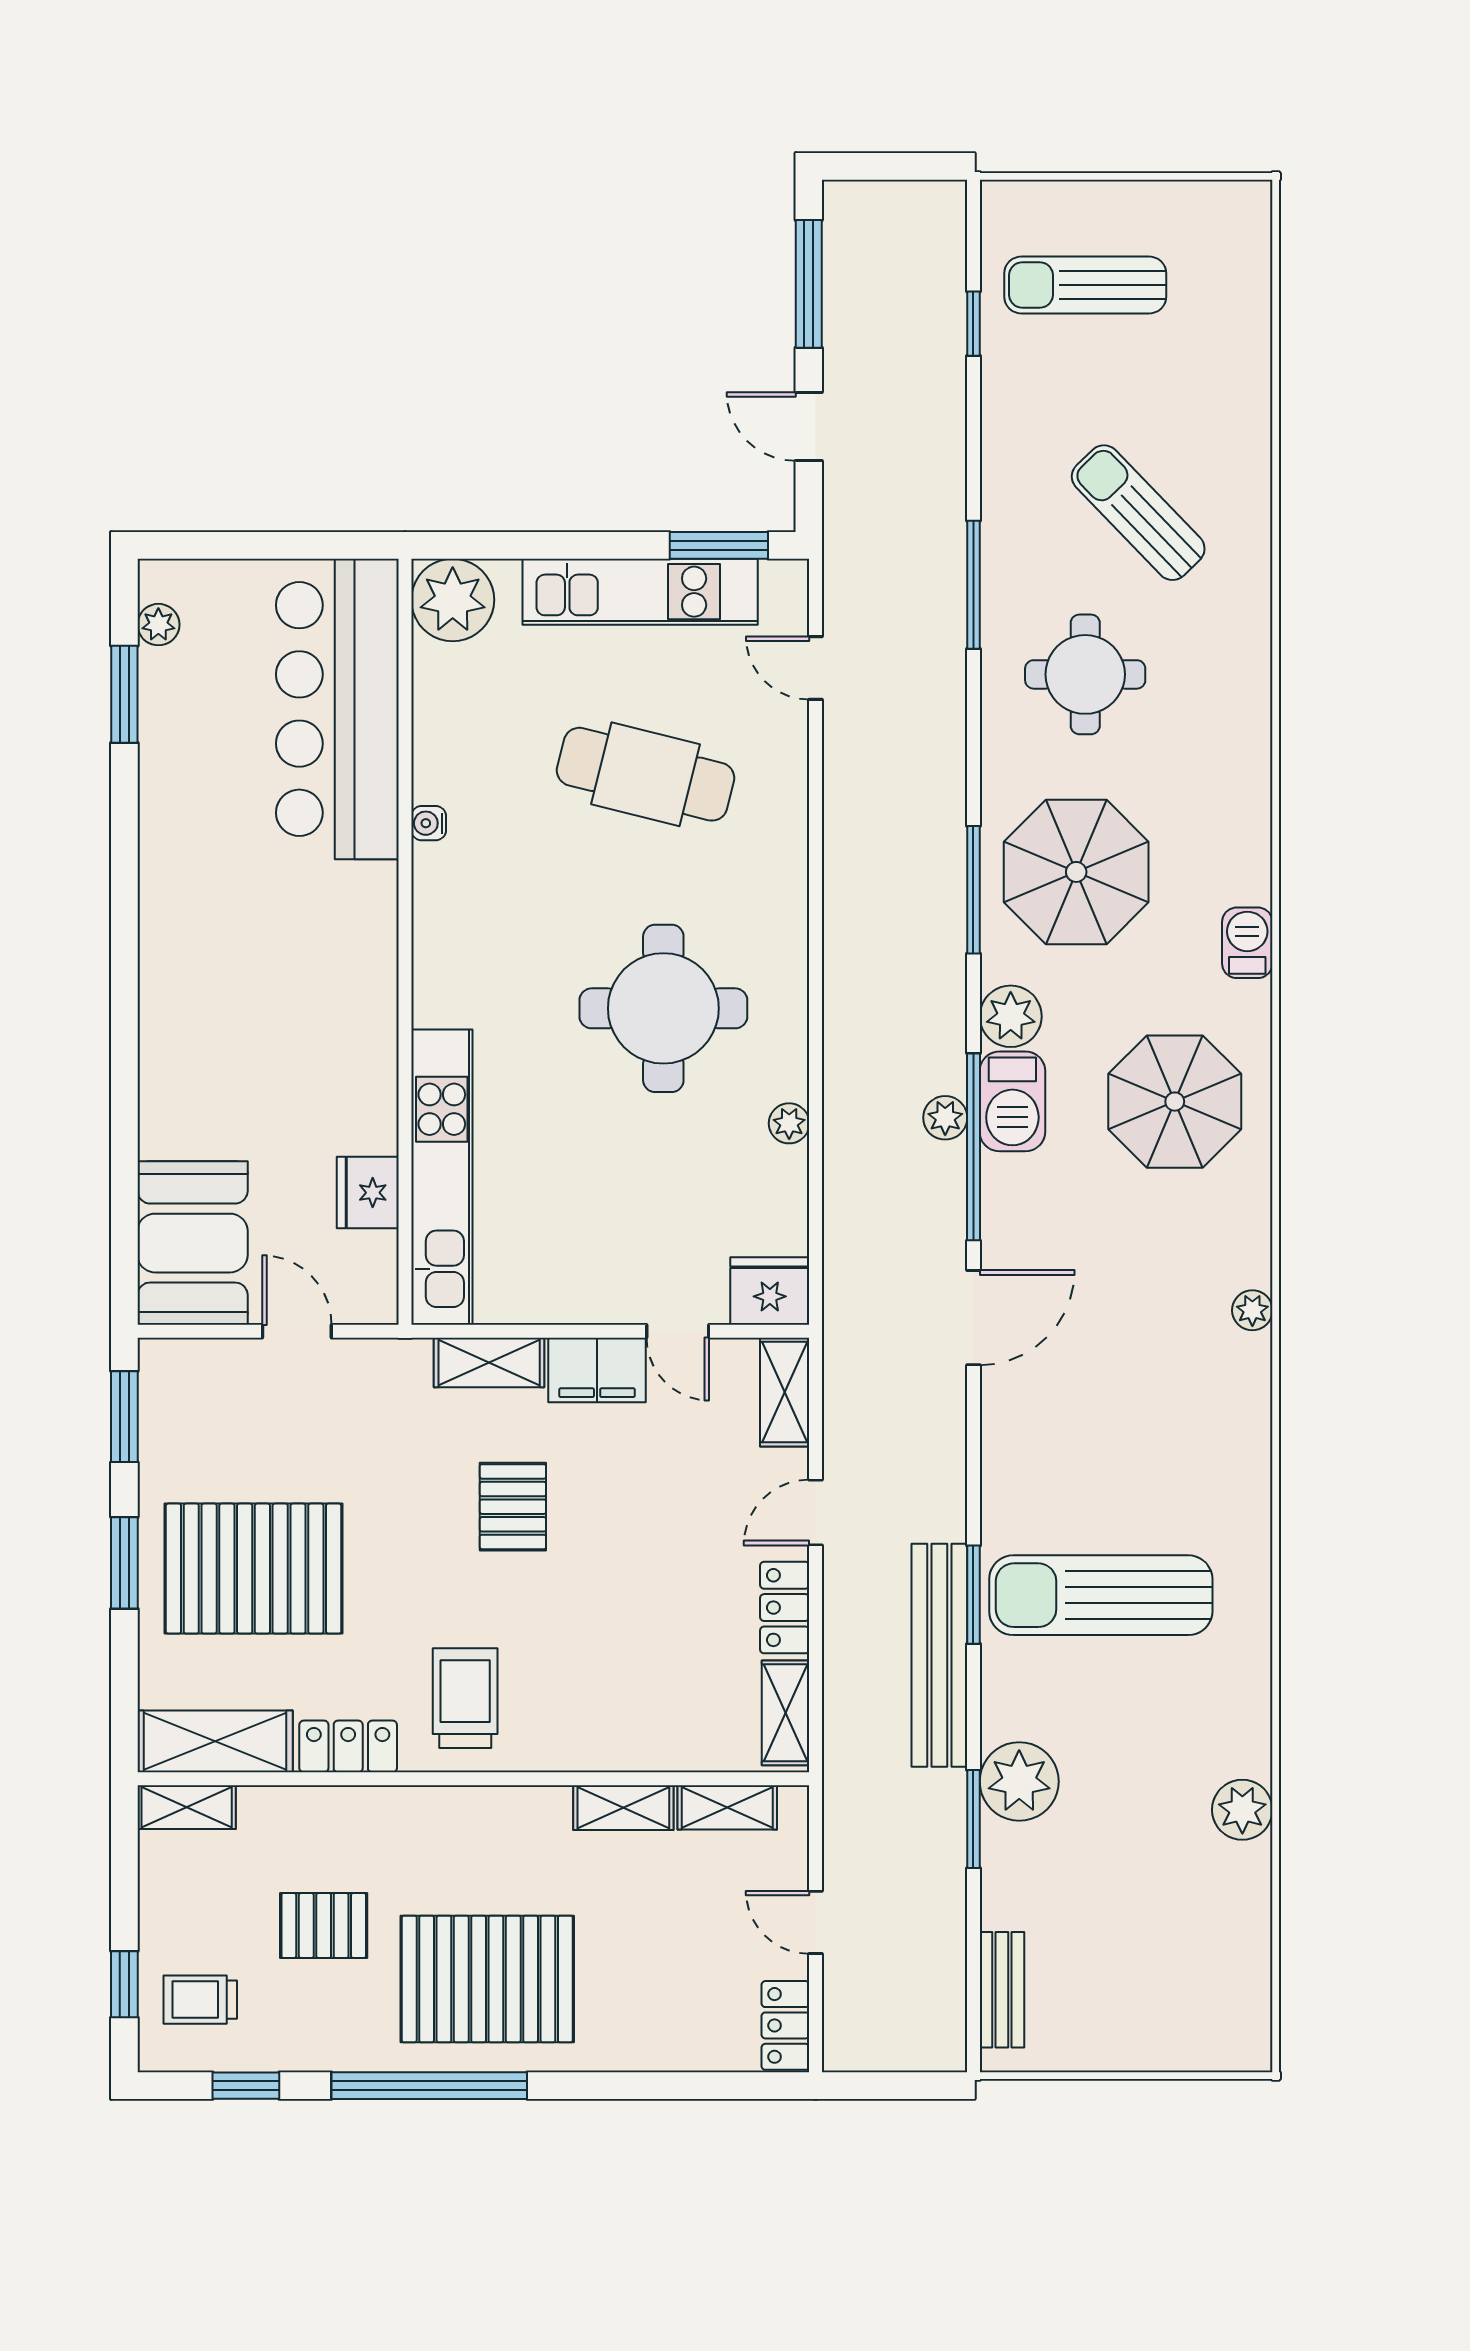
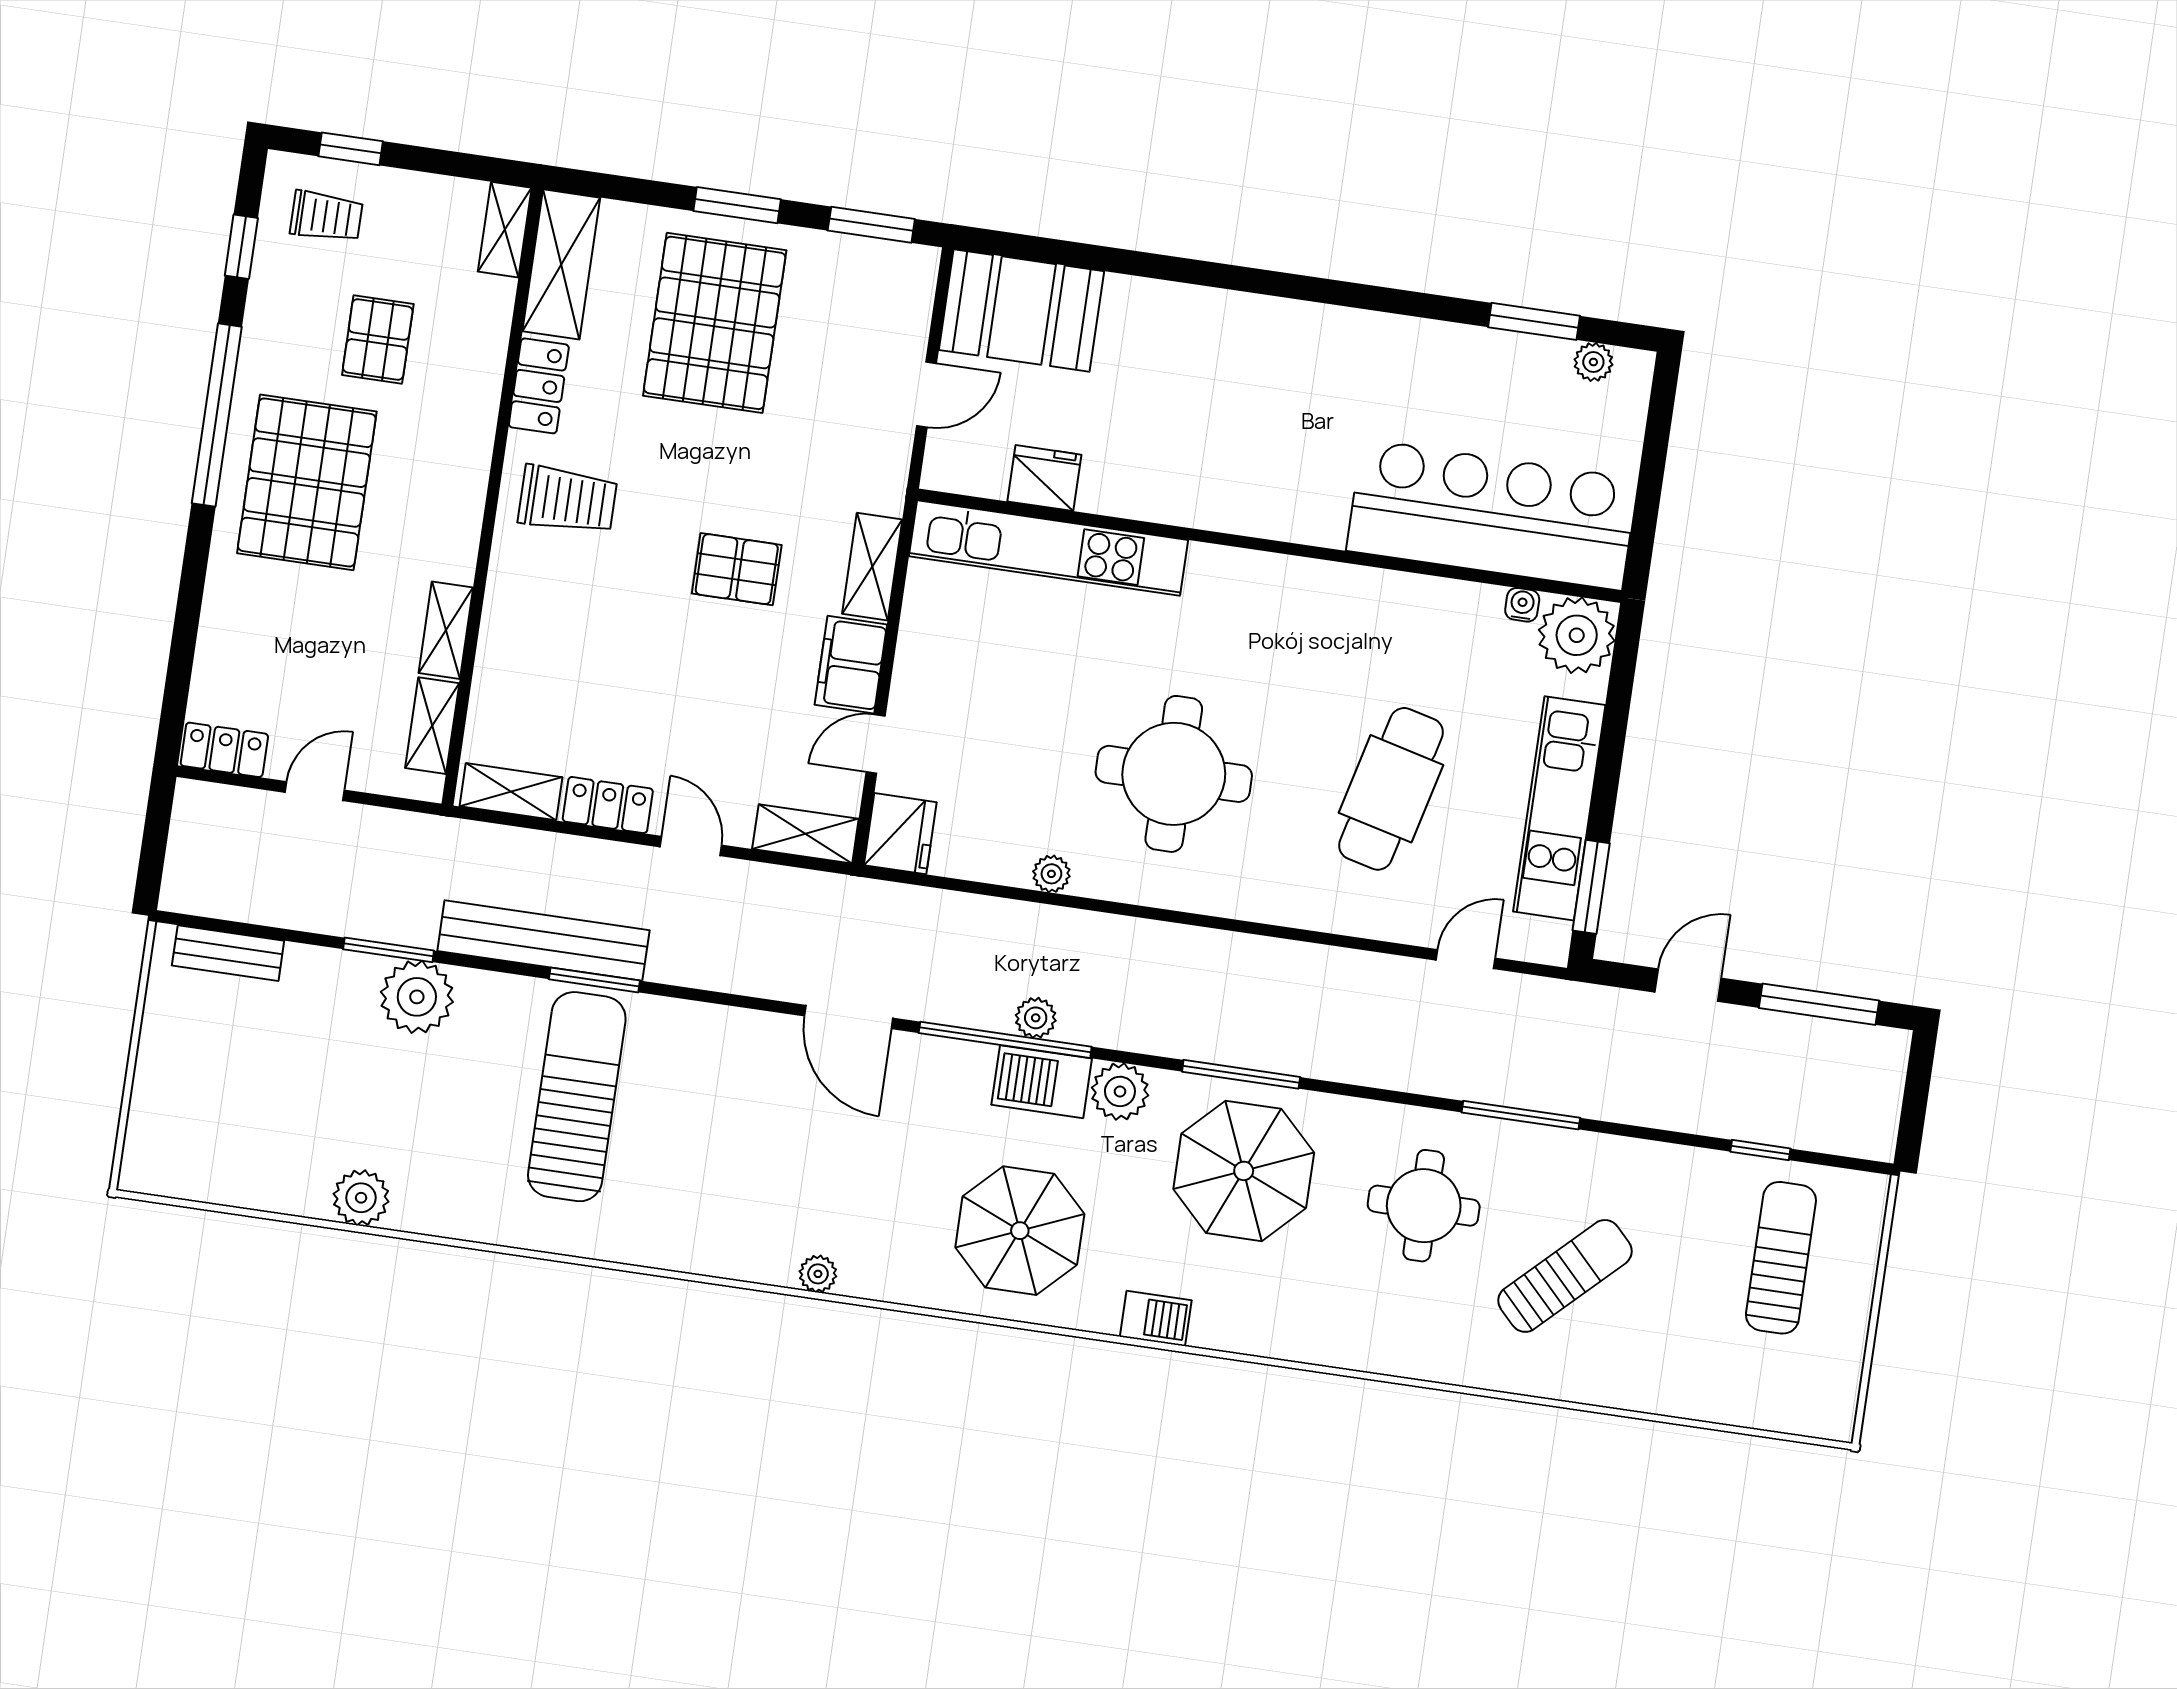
water cooler: (429, 823) -> (1522, 605), moved
trolley: (200, 2000) -> (326, 216), turned 90

